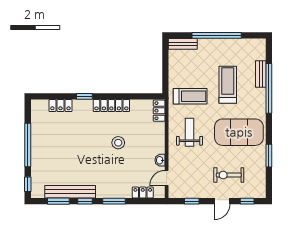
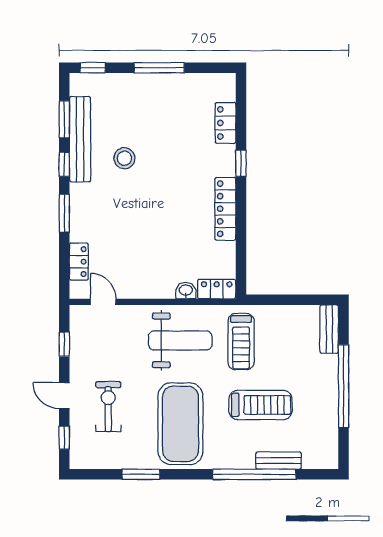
weight bench: (189, 132) -> (180, 340), width x1.36, depth x1.33
stool: (118, 143) -> (124, 158), moved
window: (28, 145) -> (159, 68), width x0.68
washbasin: (160, 160) -> (186, 291), moved

